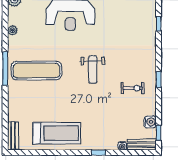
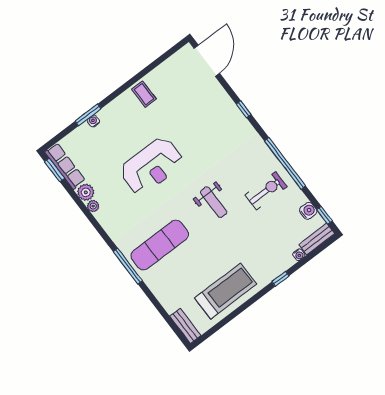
plant: (12, 30) -> (93, 206), moved
window: (159, 80) -> (285, 163), width x3.17
exercise bike: (133, 88) -> (266, 191), width x1.38, depth x1.39

